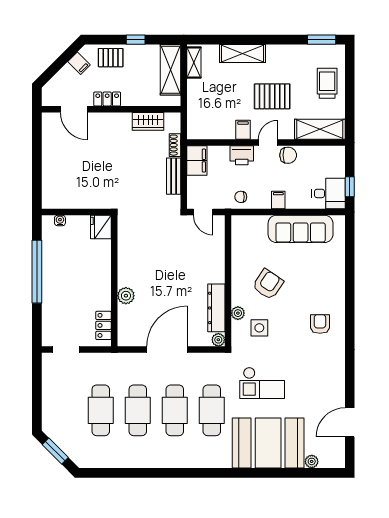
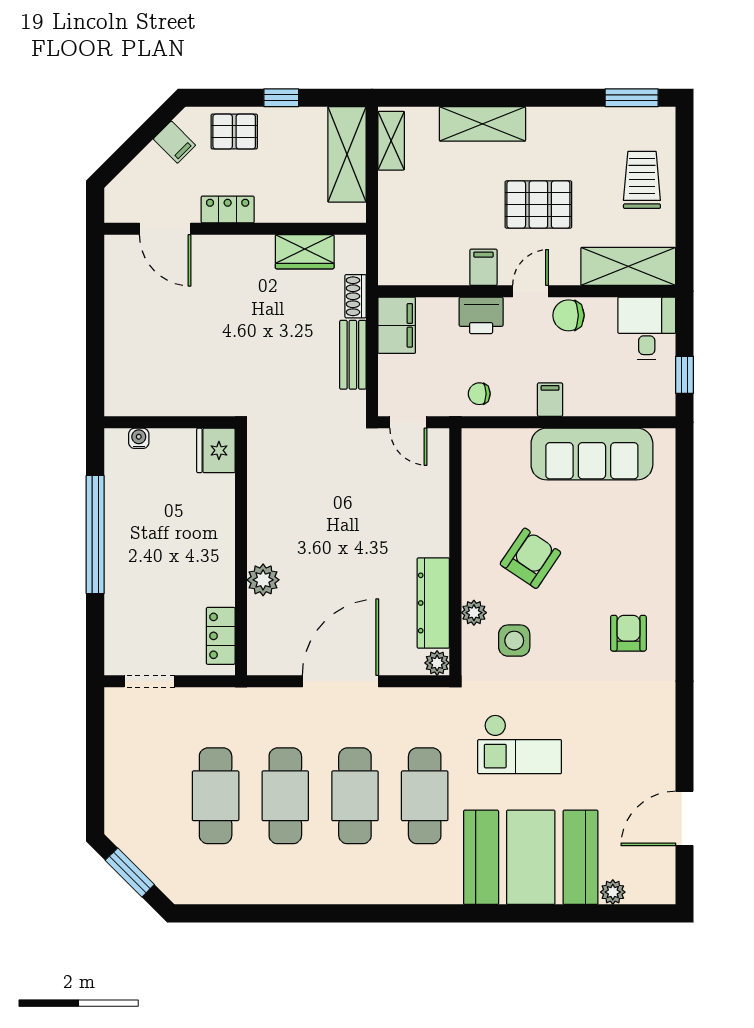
chair: (288, 155) -> (569, 315), turned 180
desk: (328, 193) -> (647, 328), moved, turned -90

